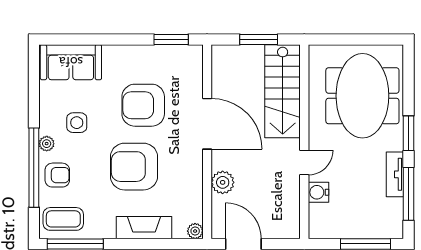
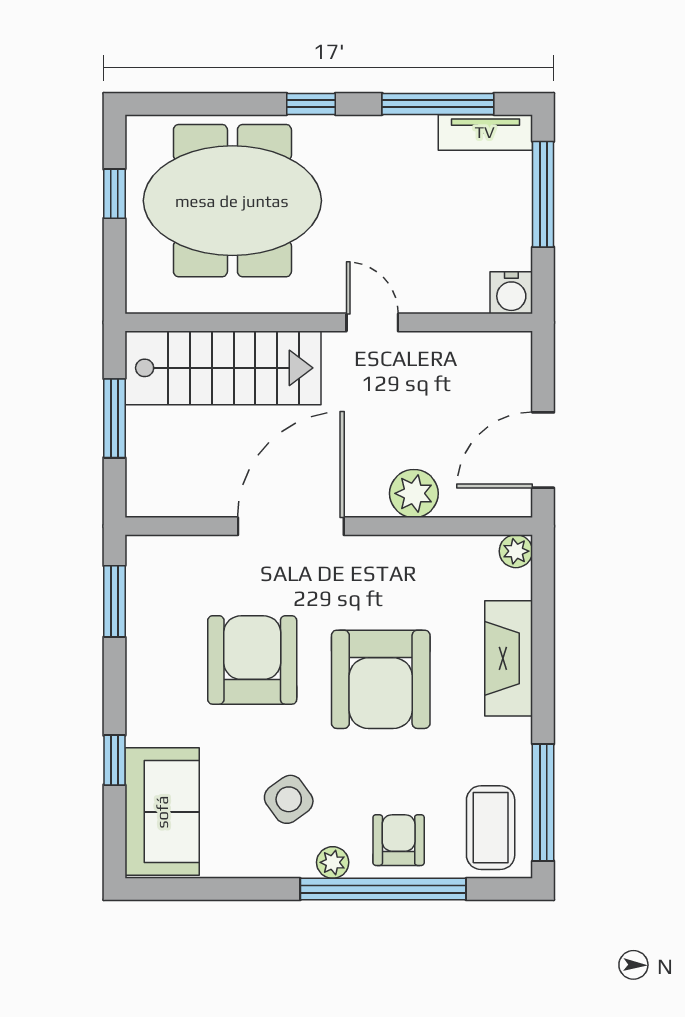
window: (95, 39) -> (114, 760), added
window: (366, 39) -> (114, 194), added
armchair: (143, 105) -> (252, 660), turned 180
side table: (77, 123) -> (289, 799), turned -36
window: (409, 133) -> (311, 104), width x0.67
tv unit: (395, 174) -> (485, 132), moved
water cooler: (318, 192) -> (511, 293), moved

